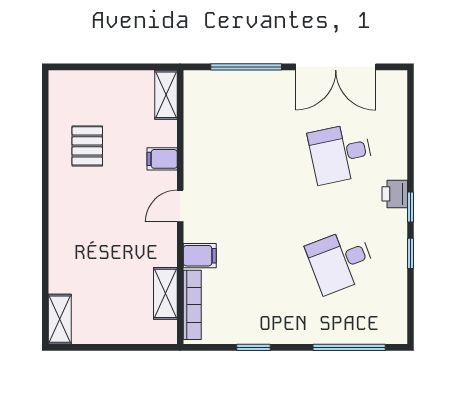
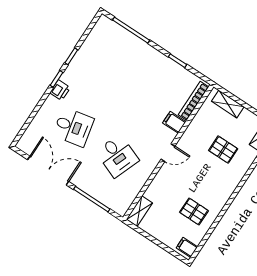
pallet: (87, 146) -> (194, 211), turned 90
filing cabinet: (162, 159) -> (187, 247), moved, turned 180
desk: (341, 261) -> (117, 156), moved, turned 42
pallet: (104, 263) -> (223, 150), added
shelving: (165, 293) -> (228, 104), moved, turned 90

